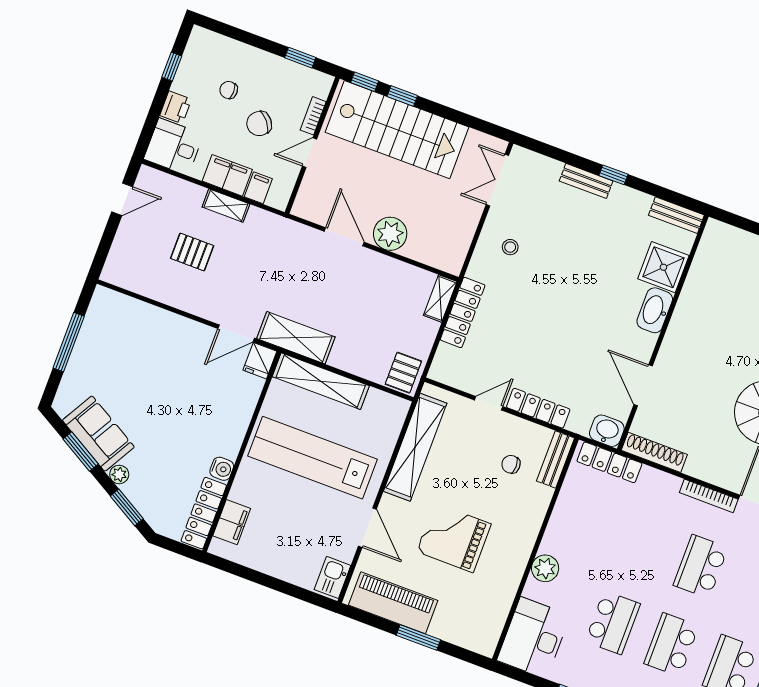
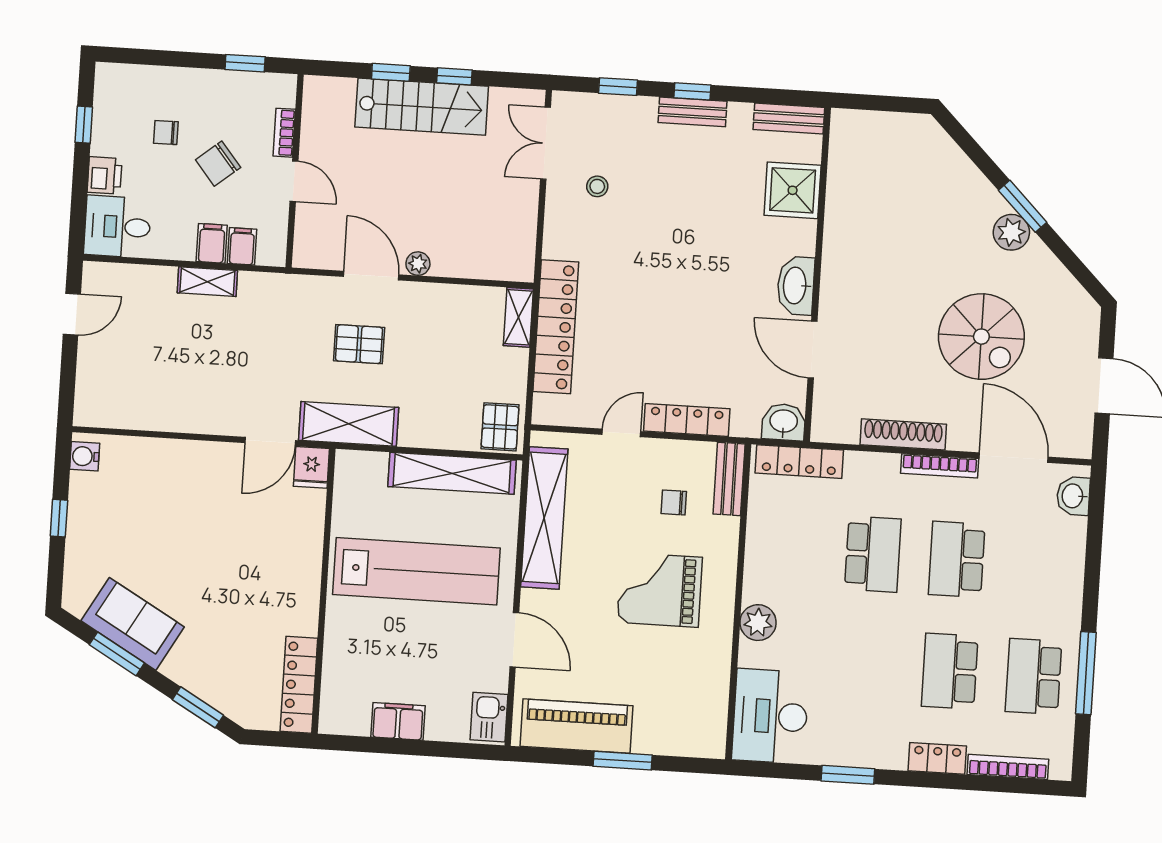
window: (365, 82) -> (454, 76), moved
stairs: (397, 130) -> (422, 107), width x0.73, depth x0.66
door: (310, 153) -> (294, 181), swing flipped
window: (561, 155) -> (618, 87), added
filing cabinet: (227, 175) -> (212, 243), width x0.50
bench: (586, 181) -> (692, 112), moved
plant: (390, 234) -> (418, 264), width x0.53, depth x0.53
stool: (510, 247) -> (597, 186), moved
pallet: (192, 252) -> (359, 344), moved
washbasin: (655, 310) -> (796, 286), moved
locker: (463, 312) -> (556, 327), width x1.41, depth x1.21
window: (69, 342) -> (59, 518), width x0.46
shelving: (321, 381) -> (452, 473), moved
shoe rack: (654, 452) -> (903, 434), moved
lab bench: (312, 458) -> (416, 571), turned 180
water cooler: (222, 469) -> (85, 456), moved, turned 180
plant: (119, 474) -> (175, 668), removed
filing cabinet: (232, 522) -> (398, 721), moved, turned -90
grand piano: (454, 538) -> (660, 590), moved
school desk: (613, 623) -> (873, 554), moved

